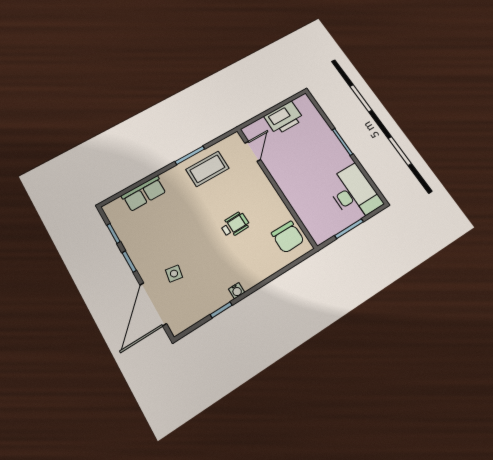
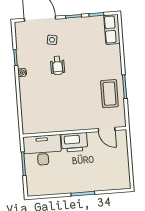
printer: (284, 118) -> (74, 142), moved, turned -90
desk: (354, 193) -> (42, 150), moved, turned 180
row of seats: (144, 194) -> (112, 29), moved
wheelchair: (235, 225) -> (58, 65), moved
chair: (288, 237) -> (38, 122), removed

